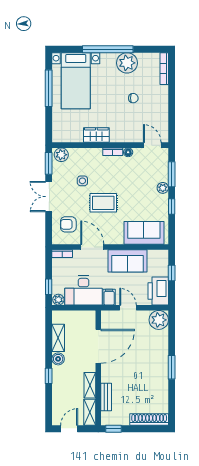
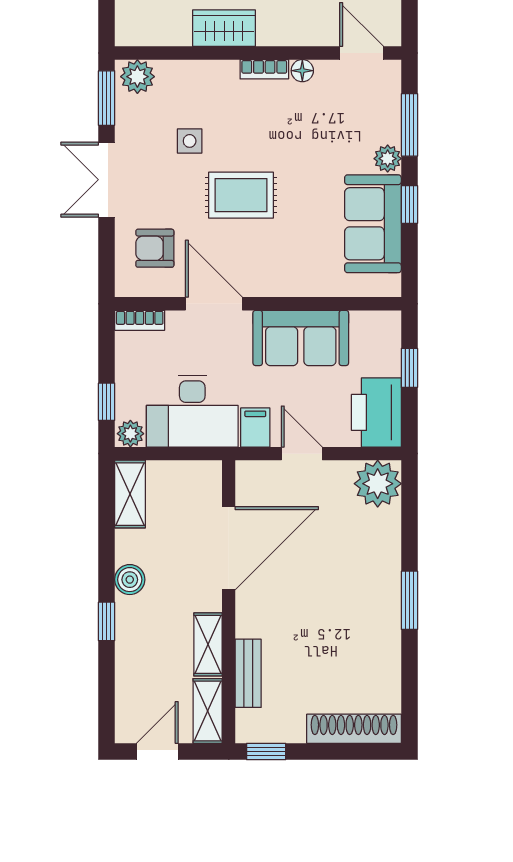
sofa: (144, 233) -> (373, 224), moved, turned -90
shelving: (58, 338) -> (130, 494), moved

